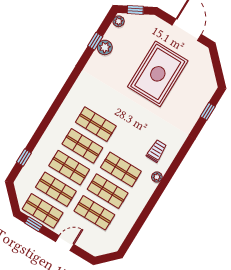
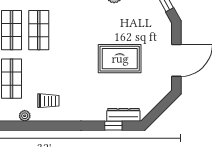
rug: (158, 74) -> (120, 59), width x0.73, depth x0.69
dresser: (204, 98) -> (123, 115), added

